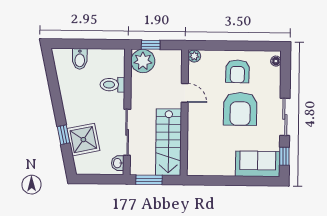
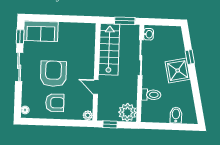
window: (151, 45) -> (110, 124), moved
armchair: (237, 71) -> (55, 103), turned 89
shower: (83, 140) -> (178, 71), moved

